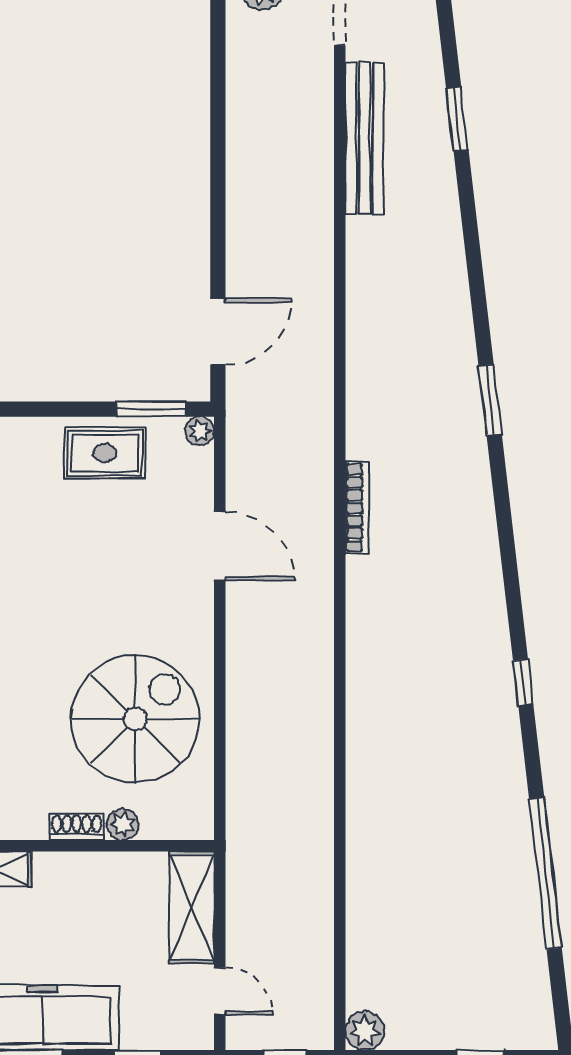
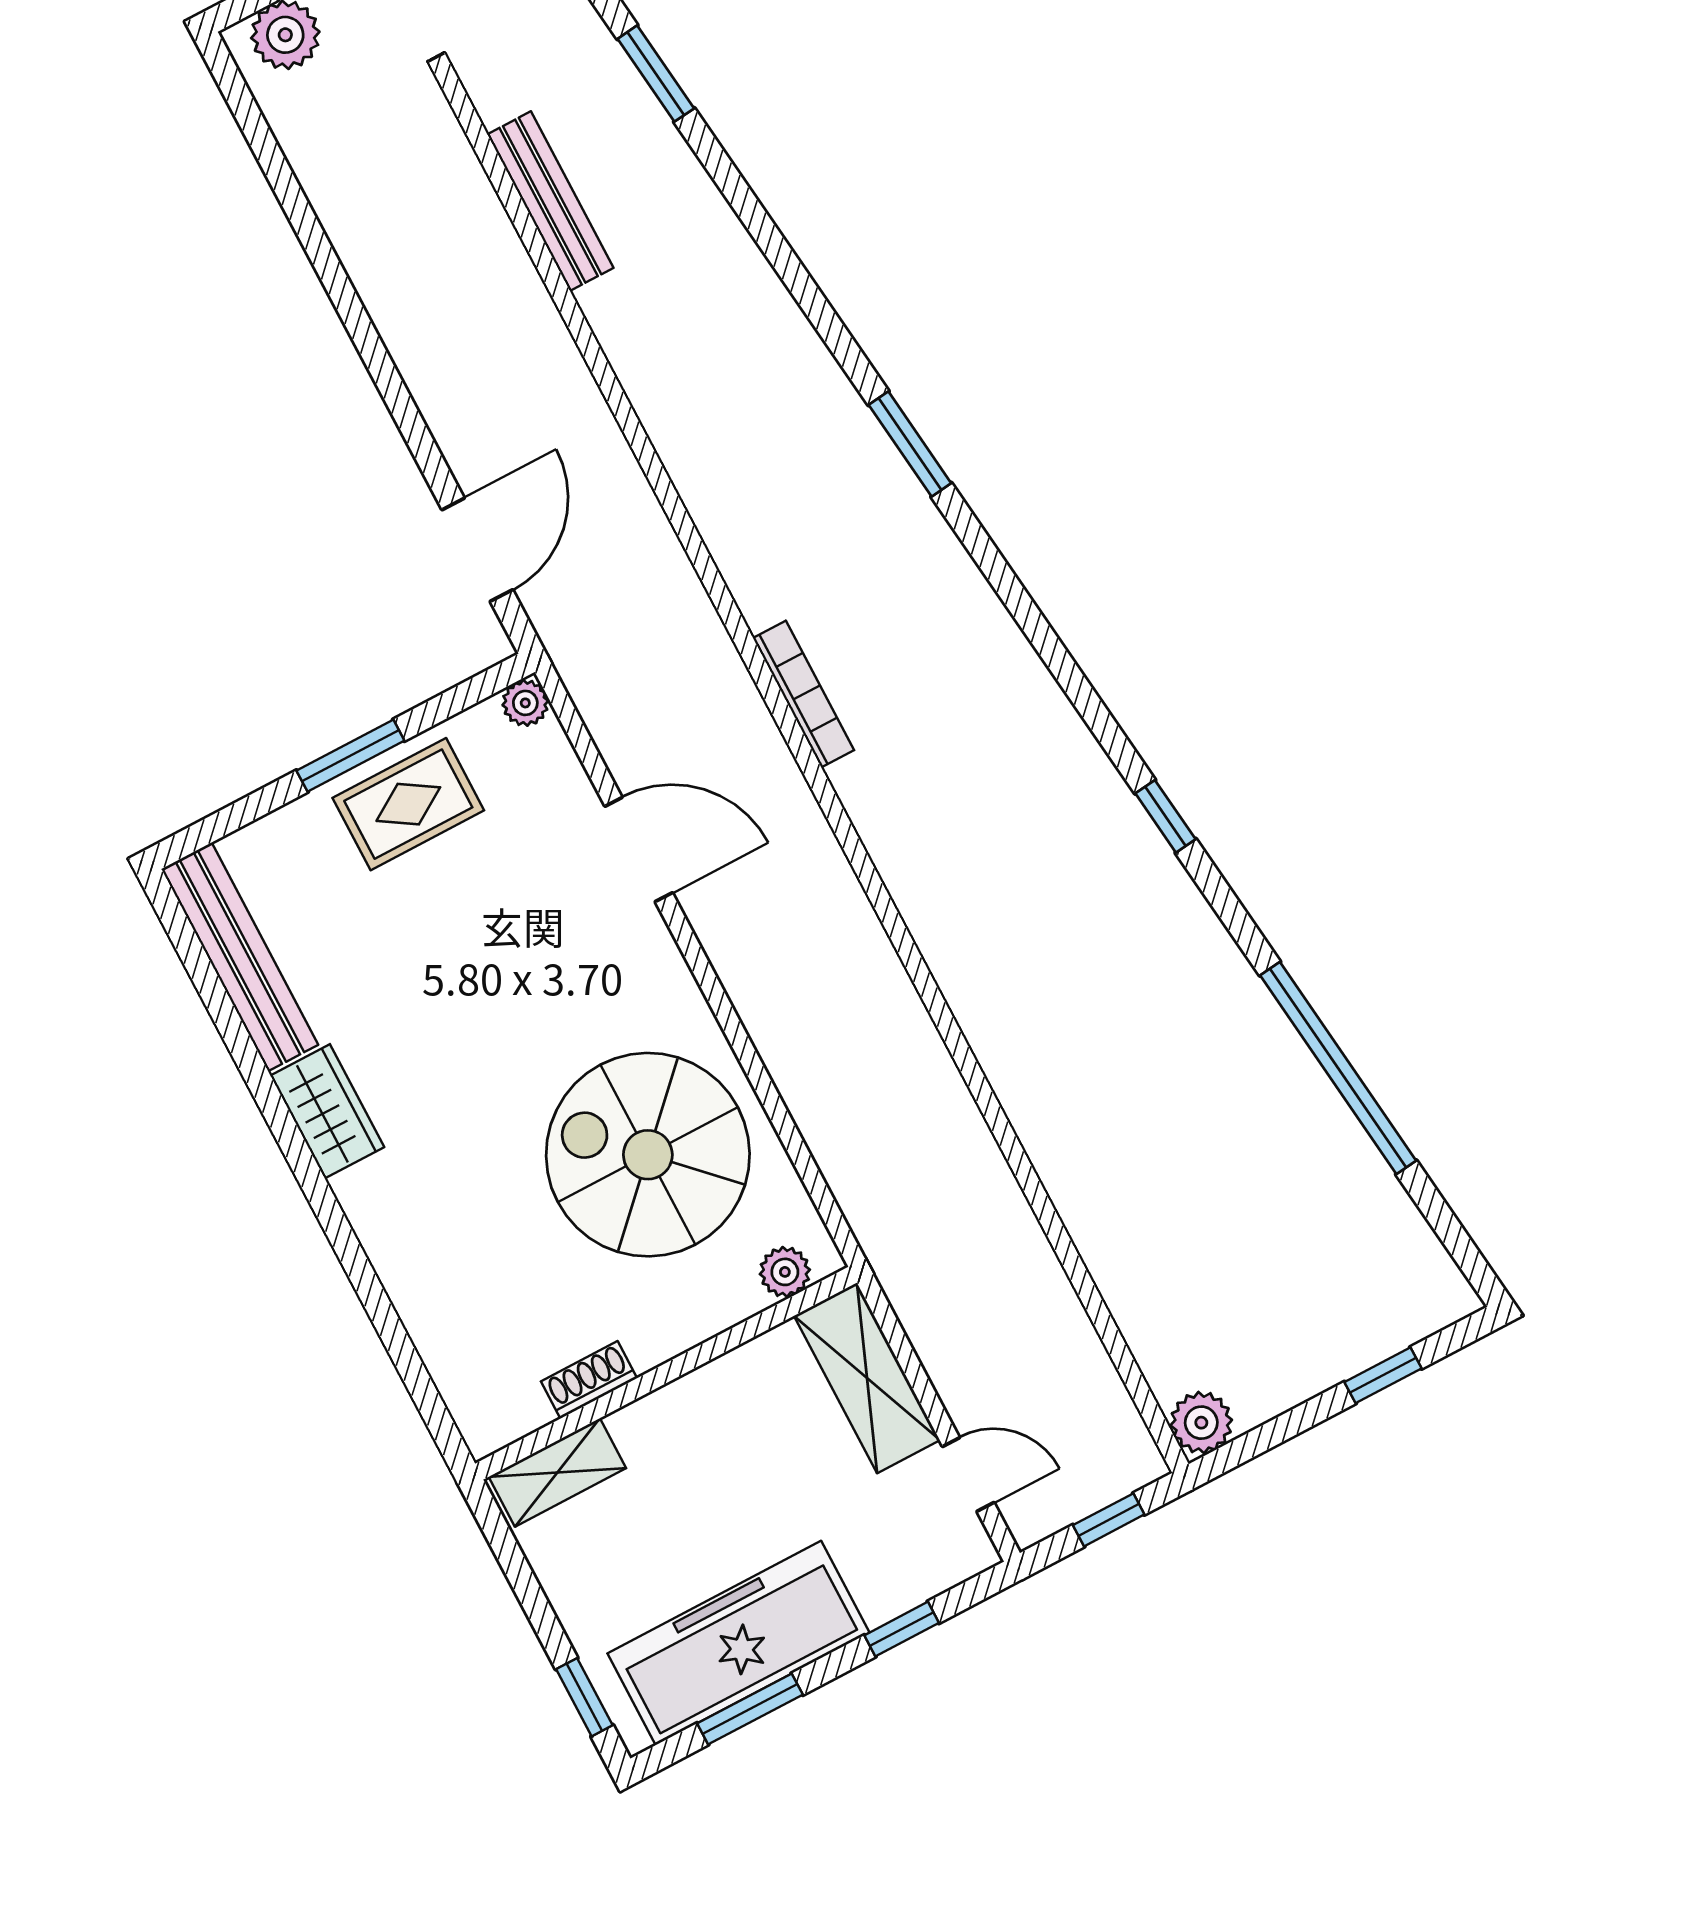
bench: (364, 138) -> (550, 201), width x0.73, depth x0.82
window: (151, 409) -> (350, 756), moved
spiral stairs: (135, 719) -> (648, 1155), turned -90
plant: (123, 824) -> (785, 1272), moved
shoe rack: (77, 827) -> (589, 1380), moved

